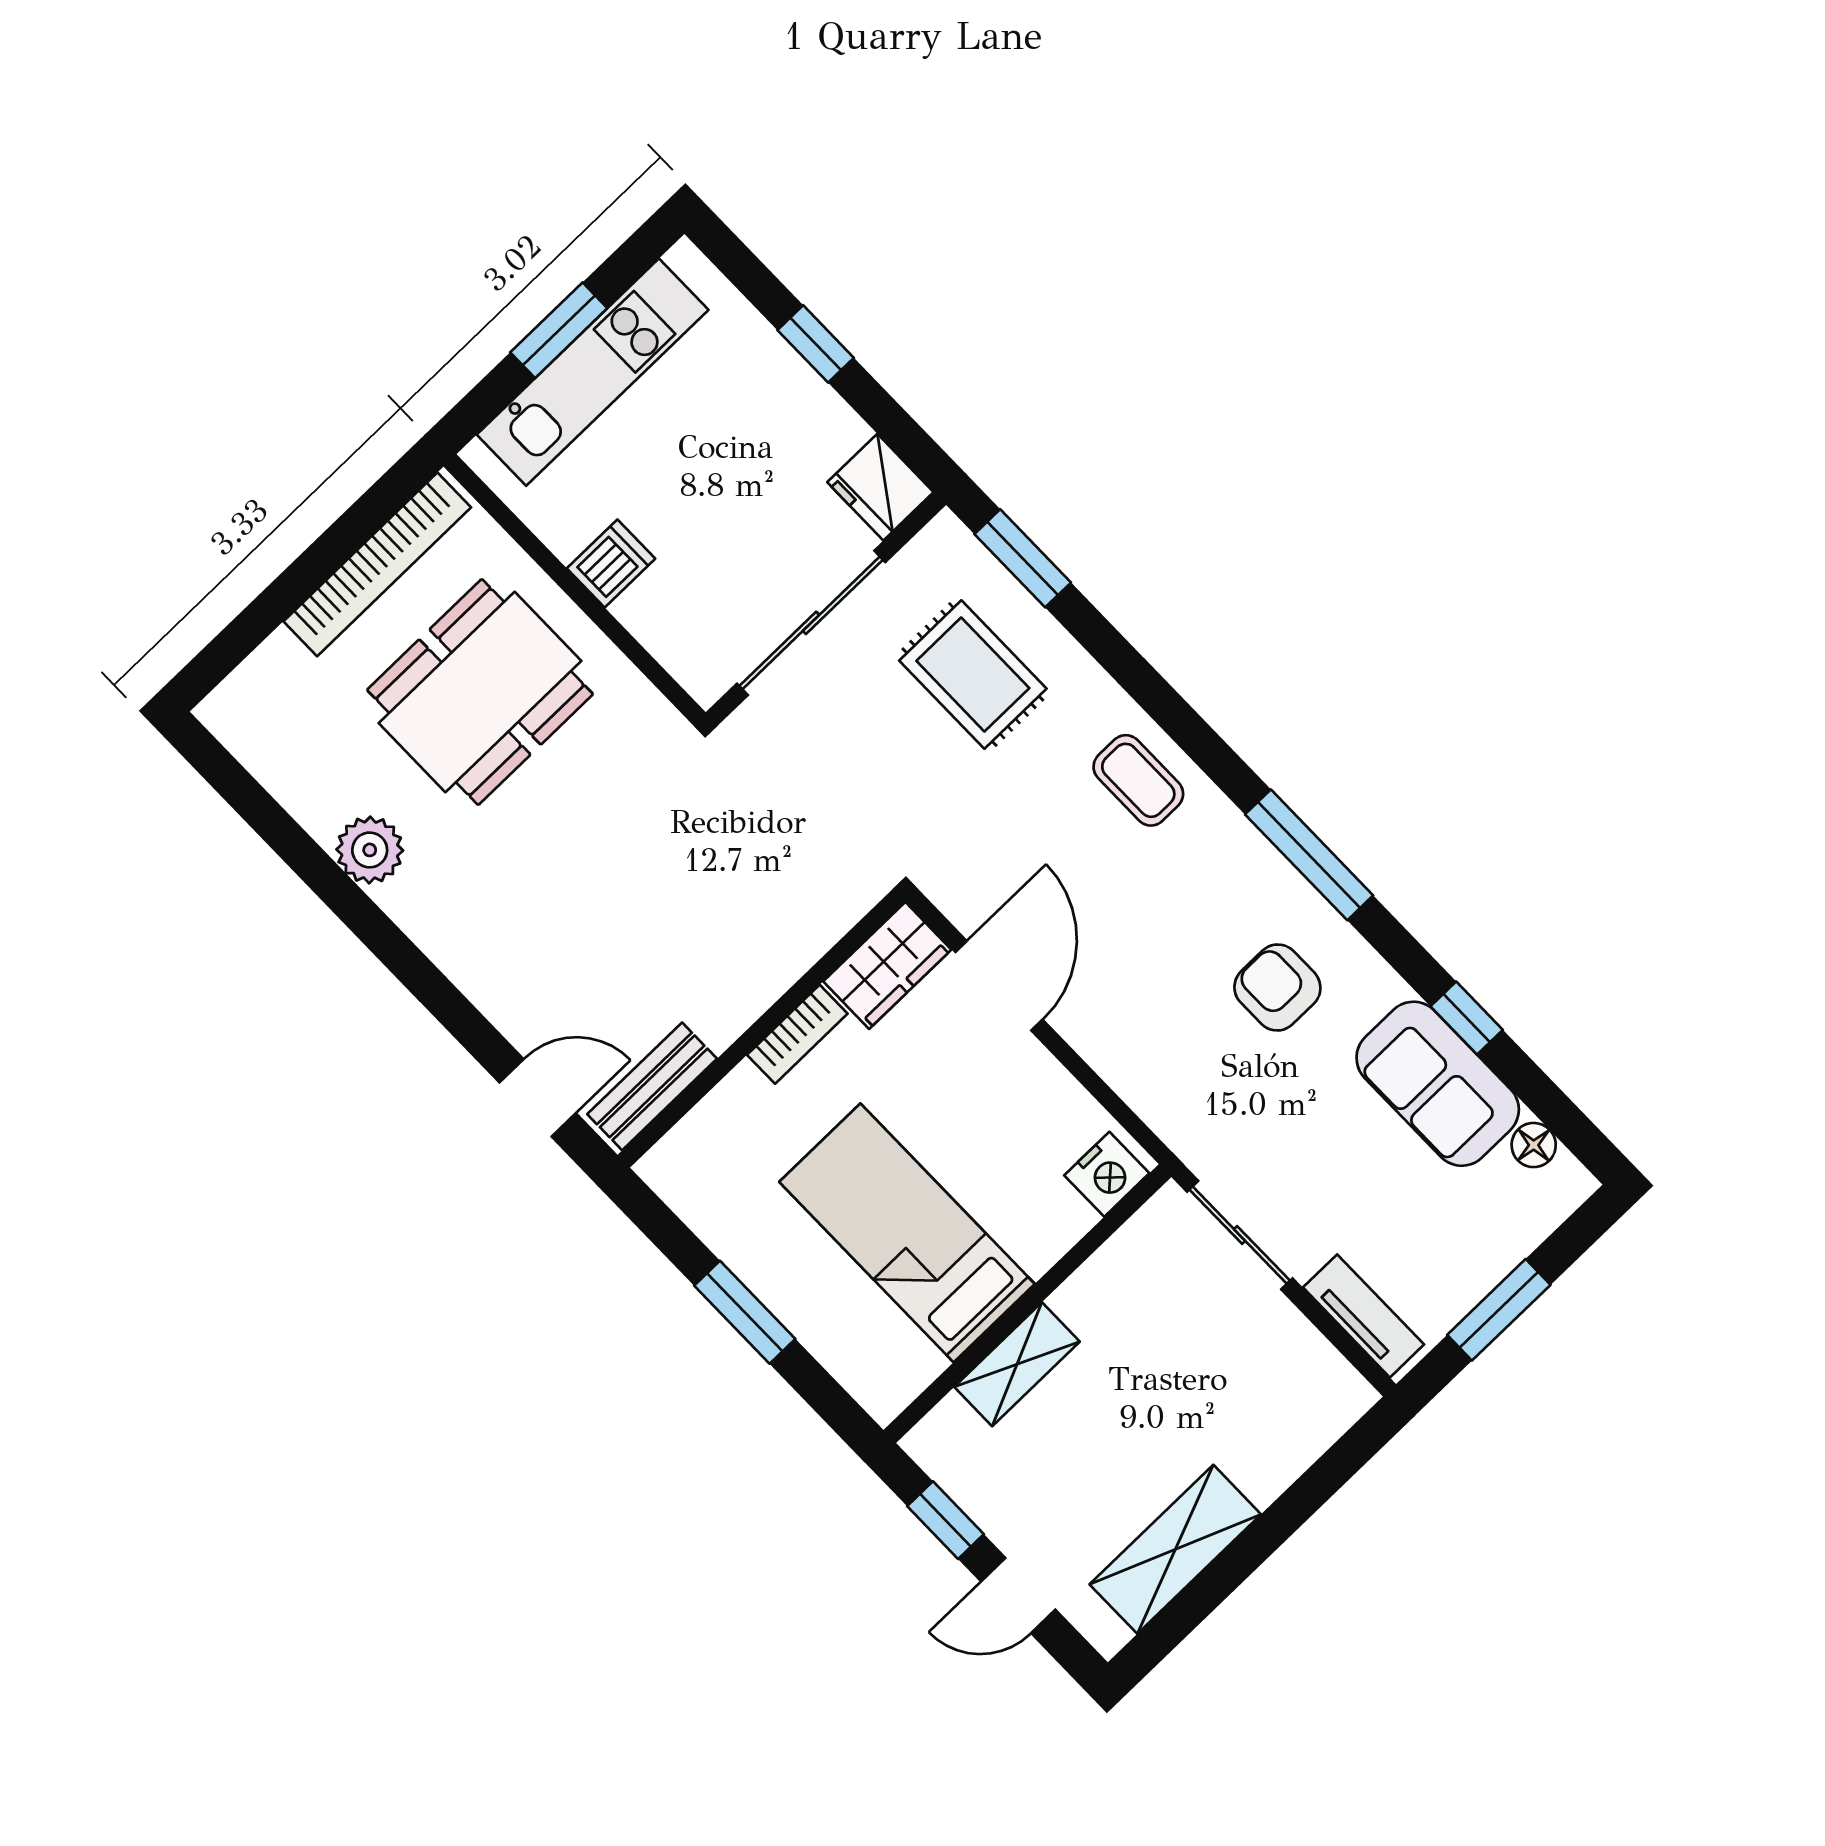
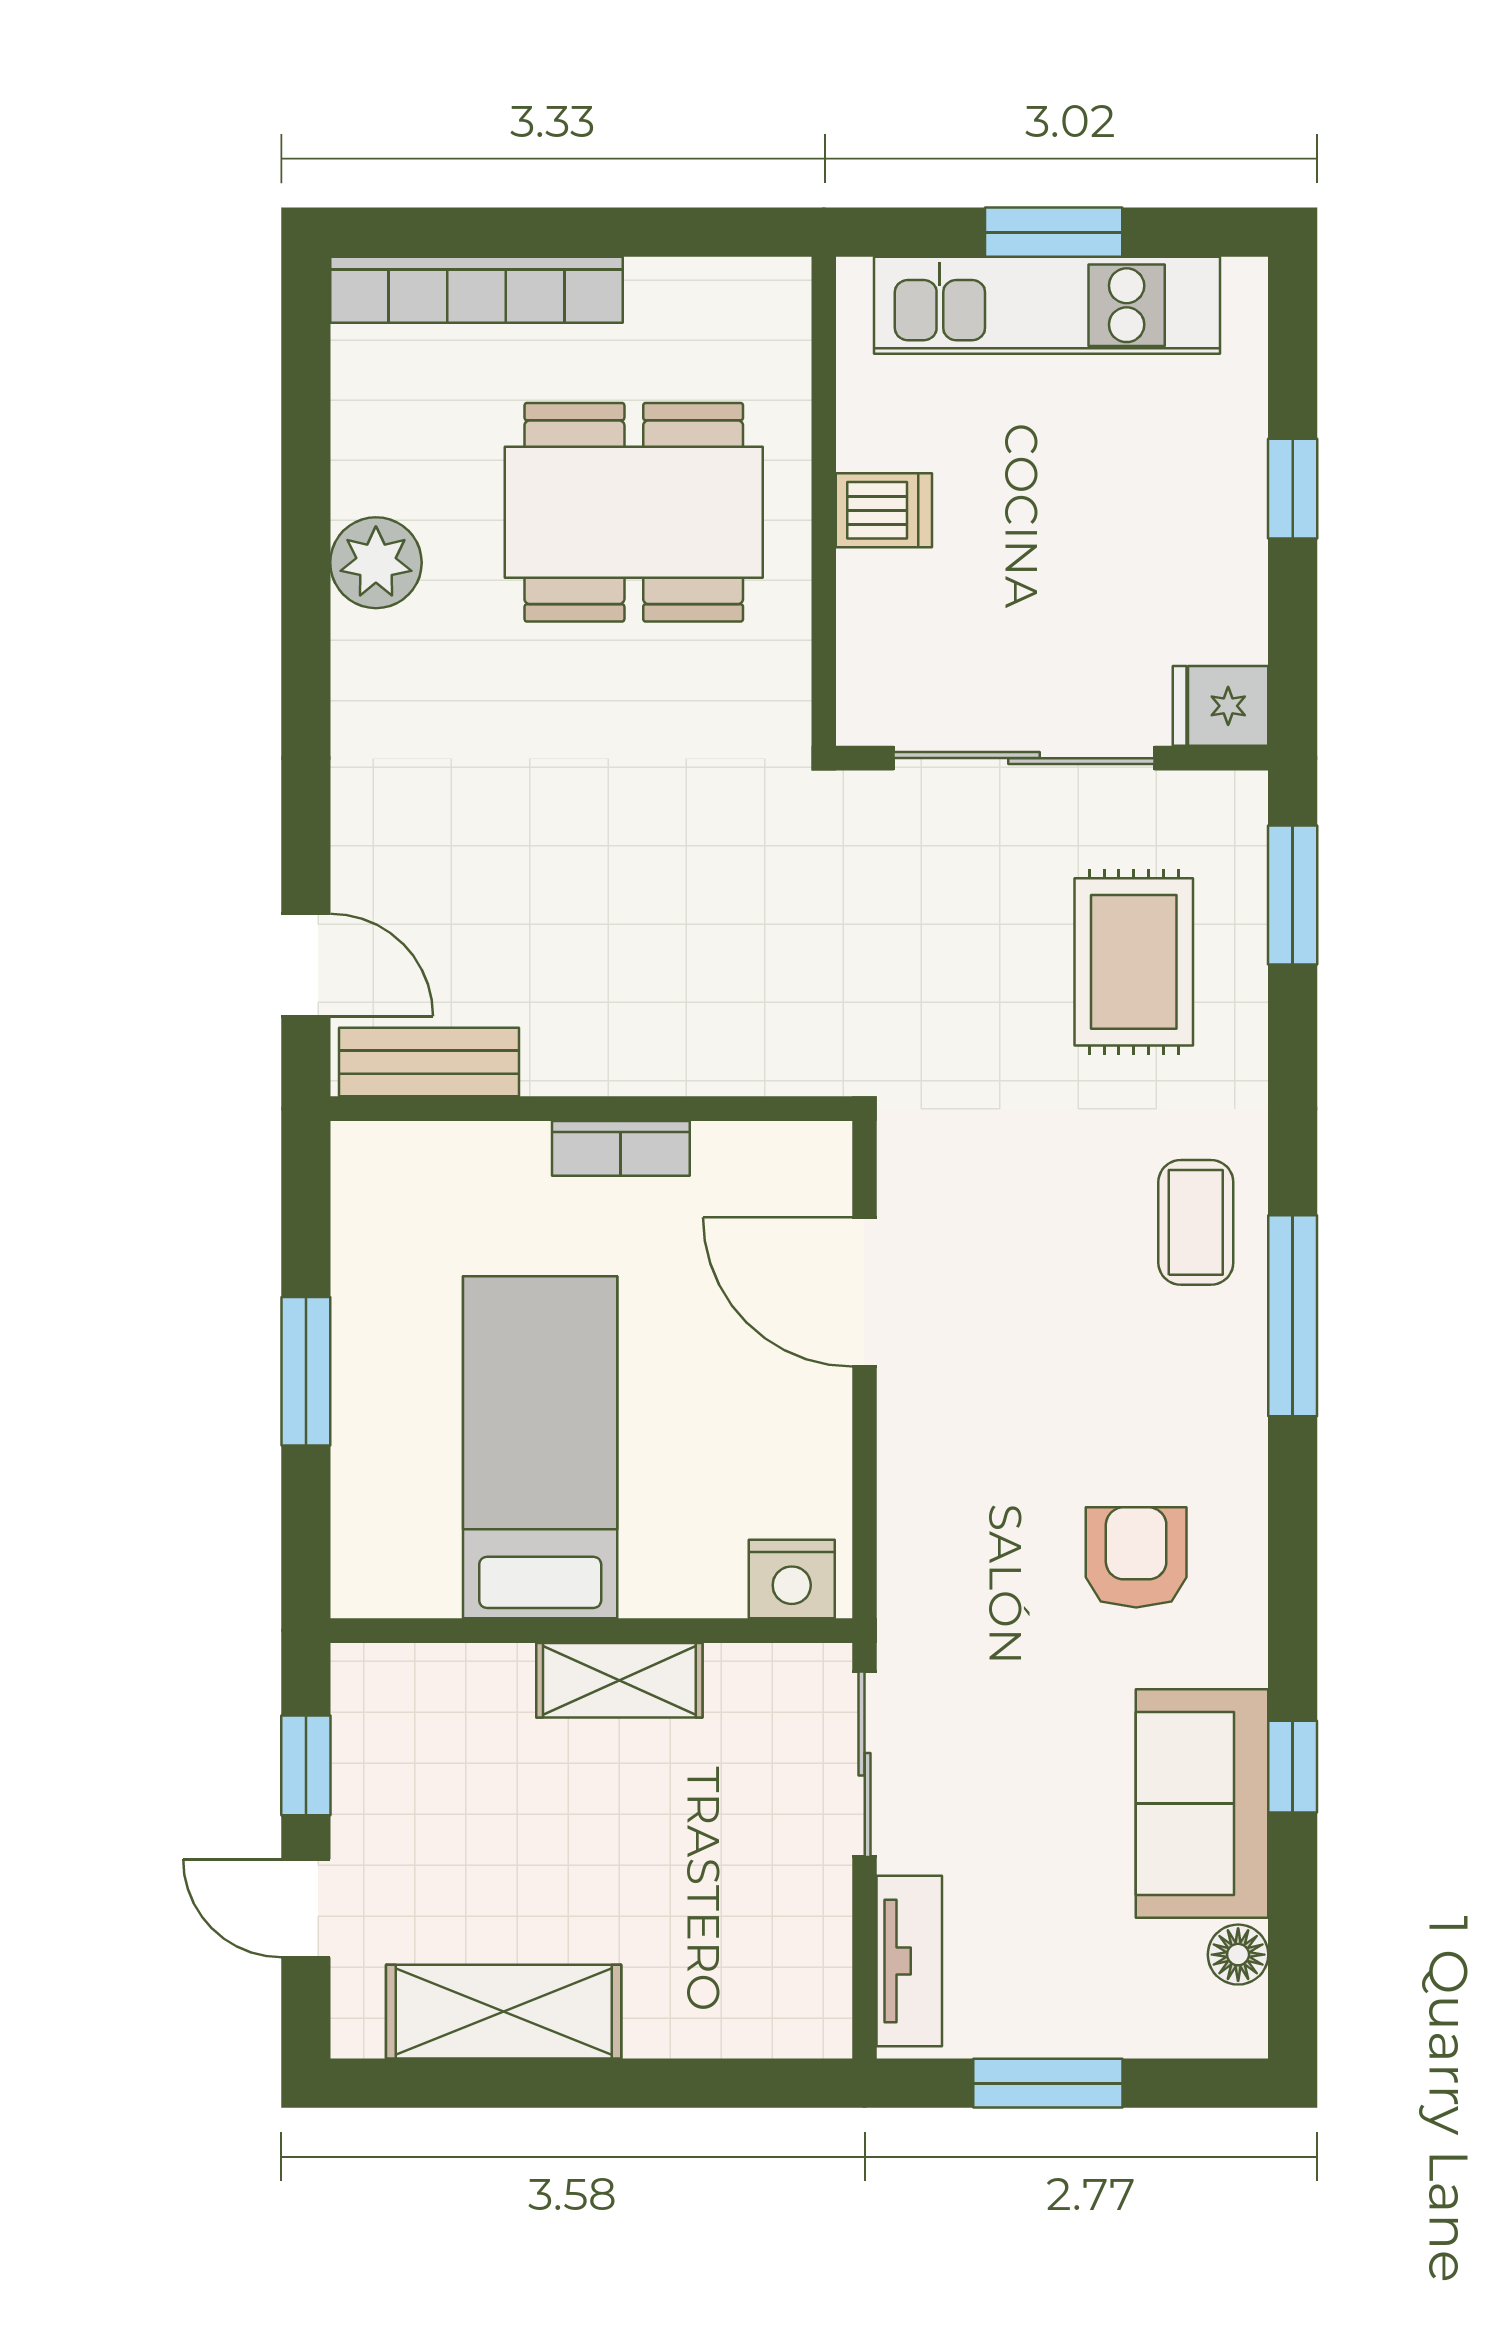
fridge: (880, 487) -> (1221, 706), width x0.72
bookcase: (377, 564) -> (476, 290), moved
window: (1309, 855) -> (1293, 1316), moved
wardrobe: (887, 965) -> (774, 1166), removed
door: (999, 986) -> (865, 1292), swing flipped
shelving: (1017, 1364) -> (619, 1680), moved

